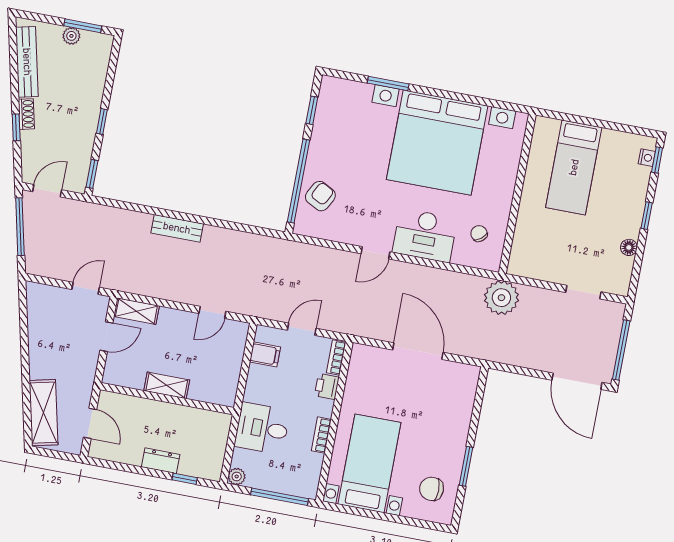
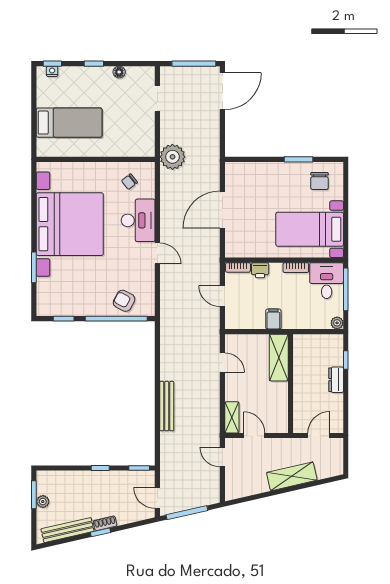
window: (16, 127) -> (100, 532), moved
bench: (177, 228) -> (167, 406), width x1.36
filing cabinet: (265, 354) -> (273, 319), moved
shelving: (167, 385) -> (279, 358), moved, width x1.50, depth x1.33
shelving: (43, 413) -> (292, 476), moved
desk: (262, 428) -> (327, 281), moved, turned 180

